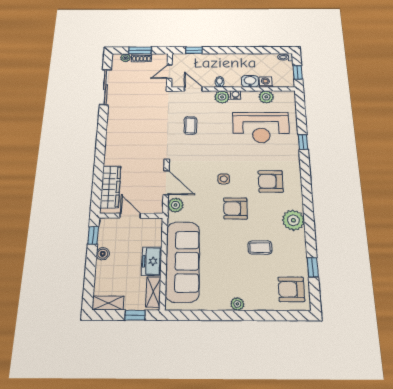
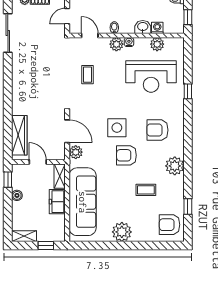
side table: (224, 179) -> (117, 128), width x1.87, depth x1.87
shelving: (153, 292) -> (60, 176), moved
plant: (237, 304) -> (122, 232), width x1.88, depth x1.88

